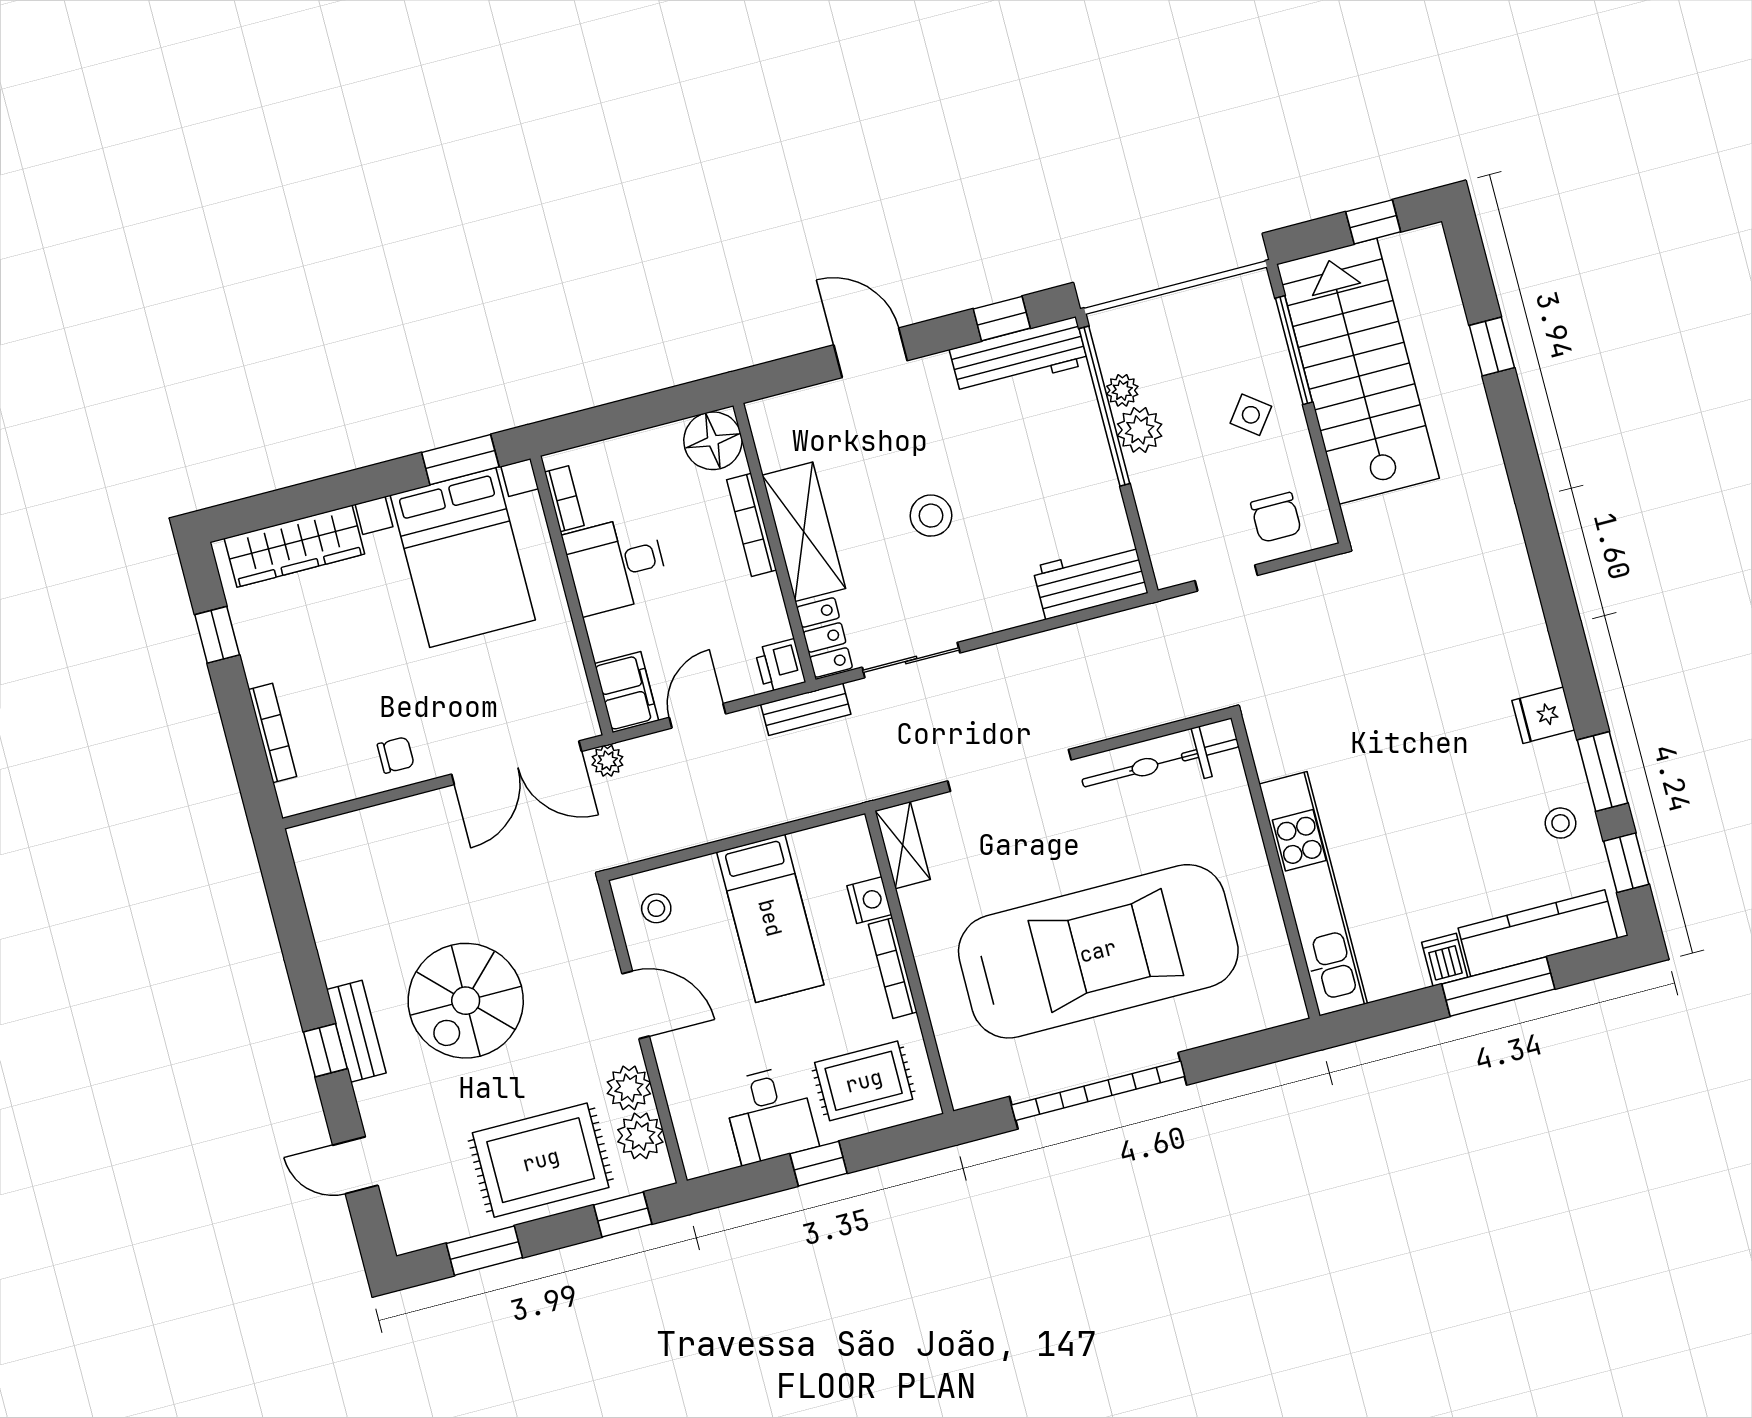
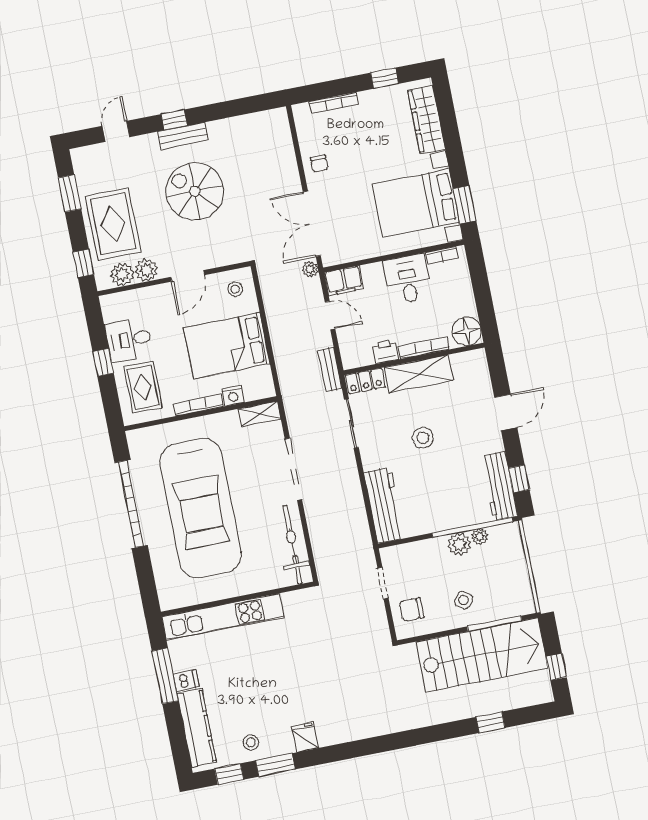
workbench: (1090, 580) -> (384, 505), width x1.37
printer: (780, 666) -> (385, 351), moved
bed: (770, 918) -> (227, 346), width x1.50
window: (1498, 986) -> (165, 676), moved

